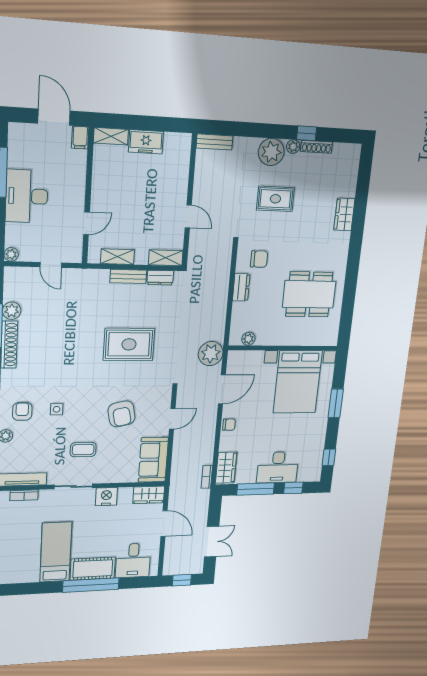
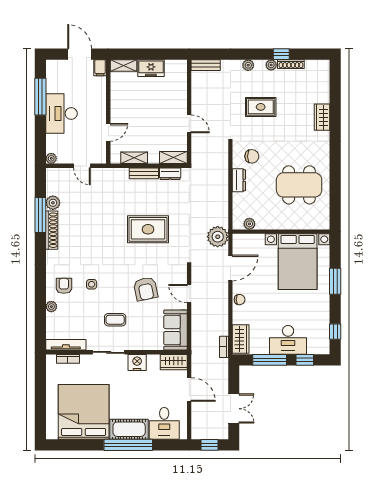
plant: (271, 152) -> (248, 65), width x0.53, depth x0.53
door: (172, 419) -> (189, 294), swing flipped
bed: (56, 552) -> (84, 412), width x2.04

